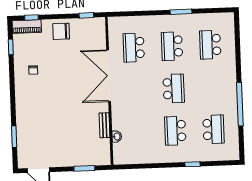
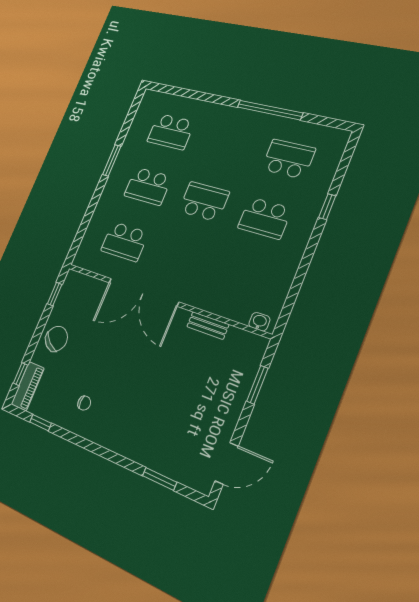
chair: (61, 31) -> (56, 339), turned -143
washbasin: (117, 136) -> (259, 322), moved

